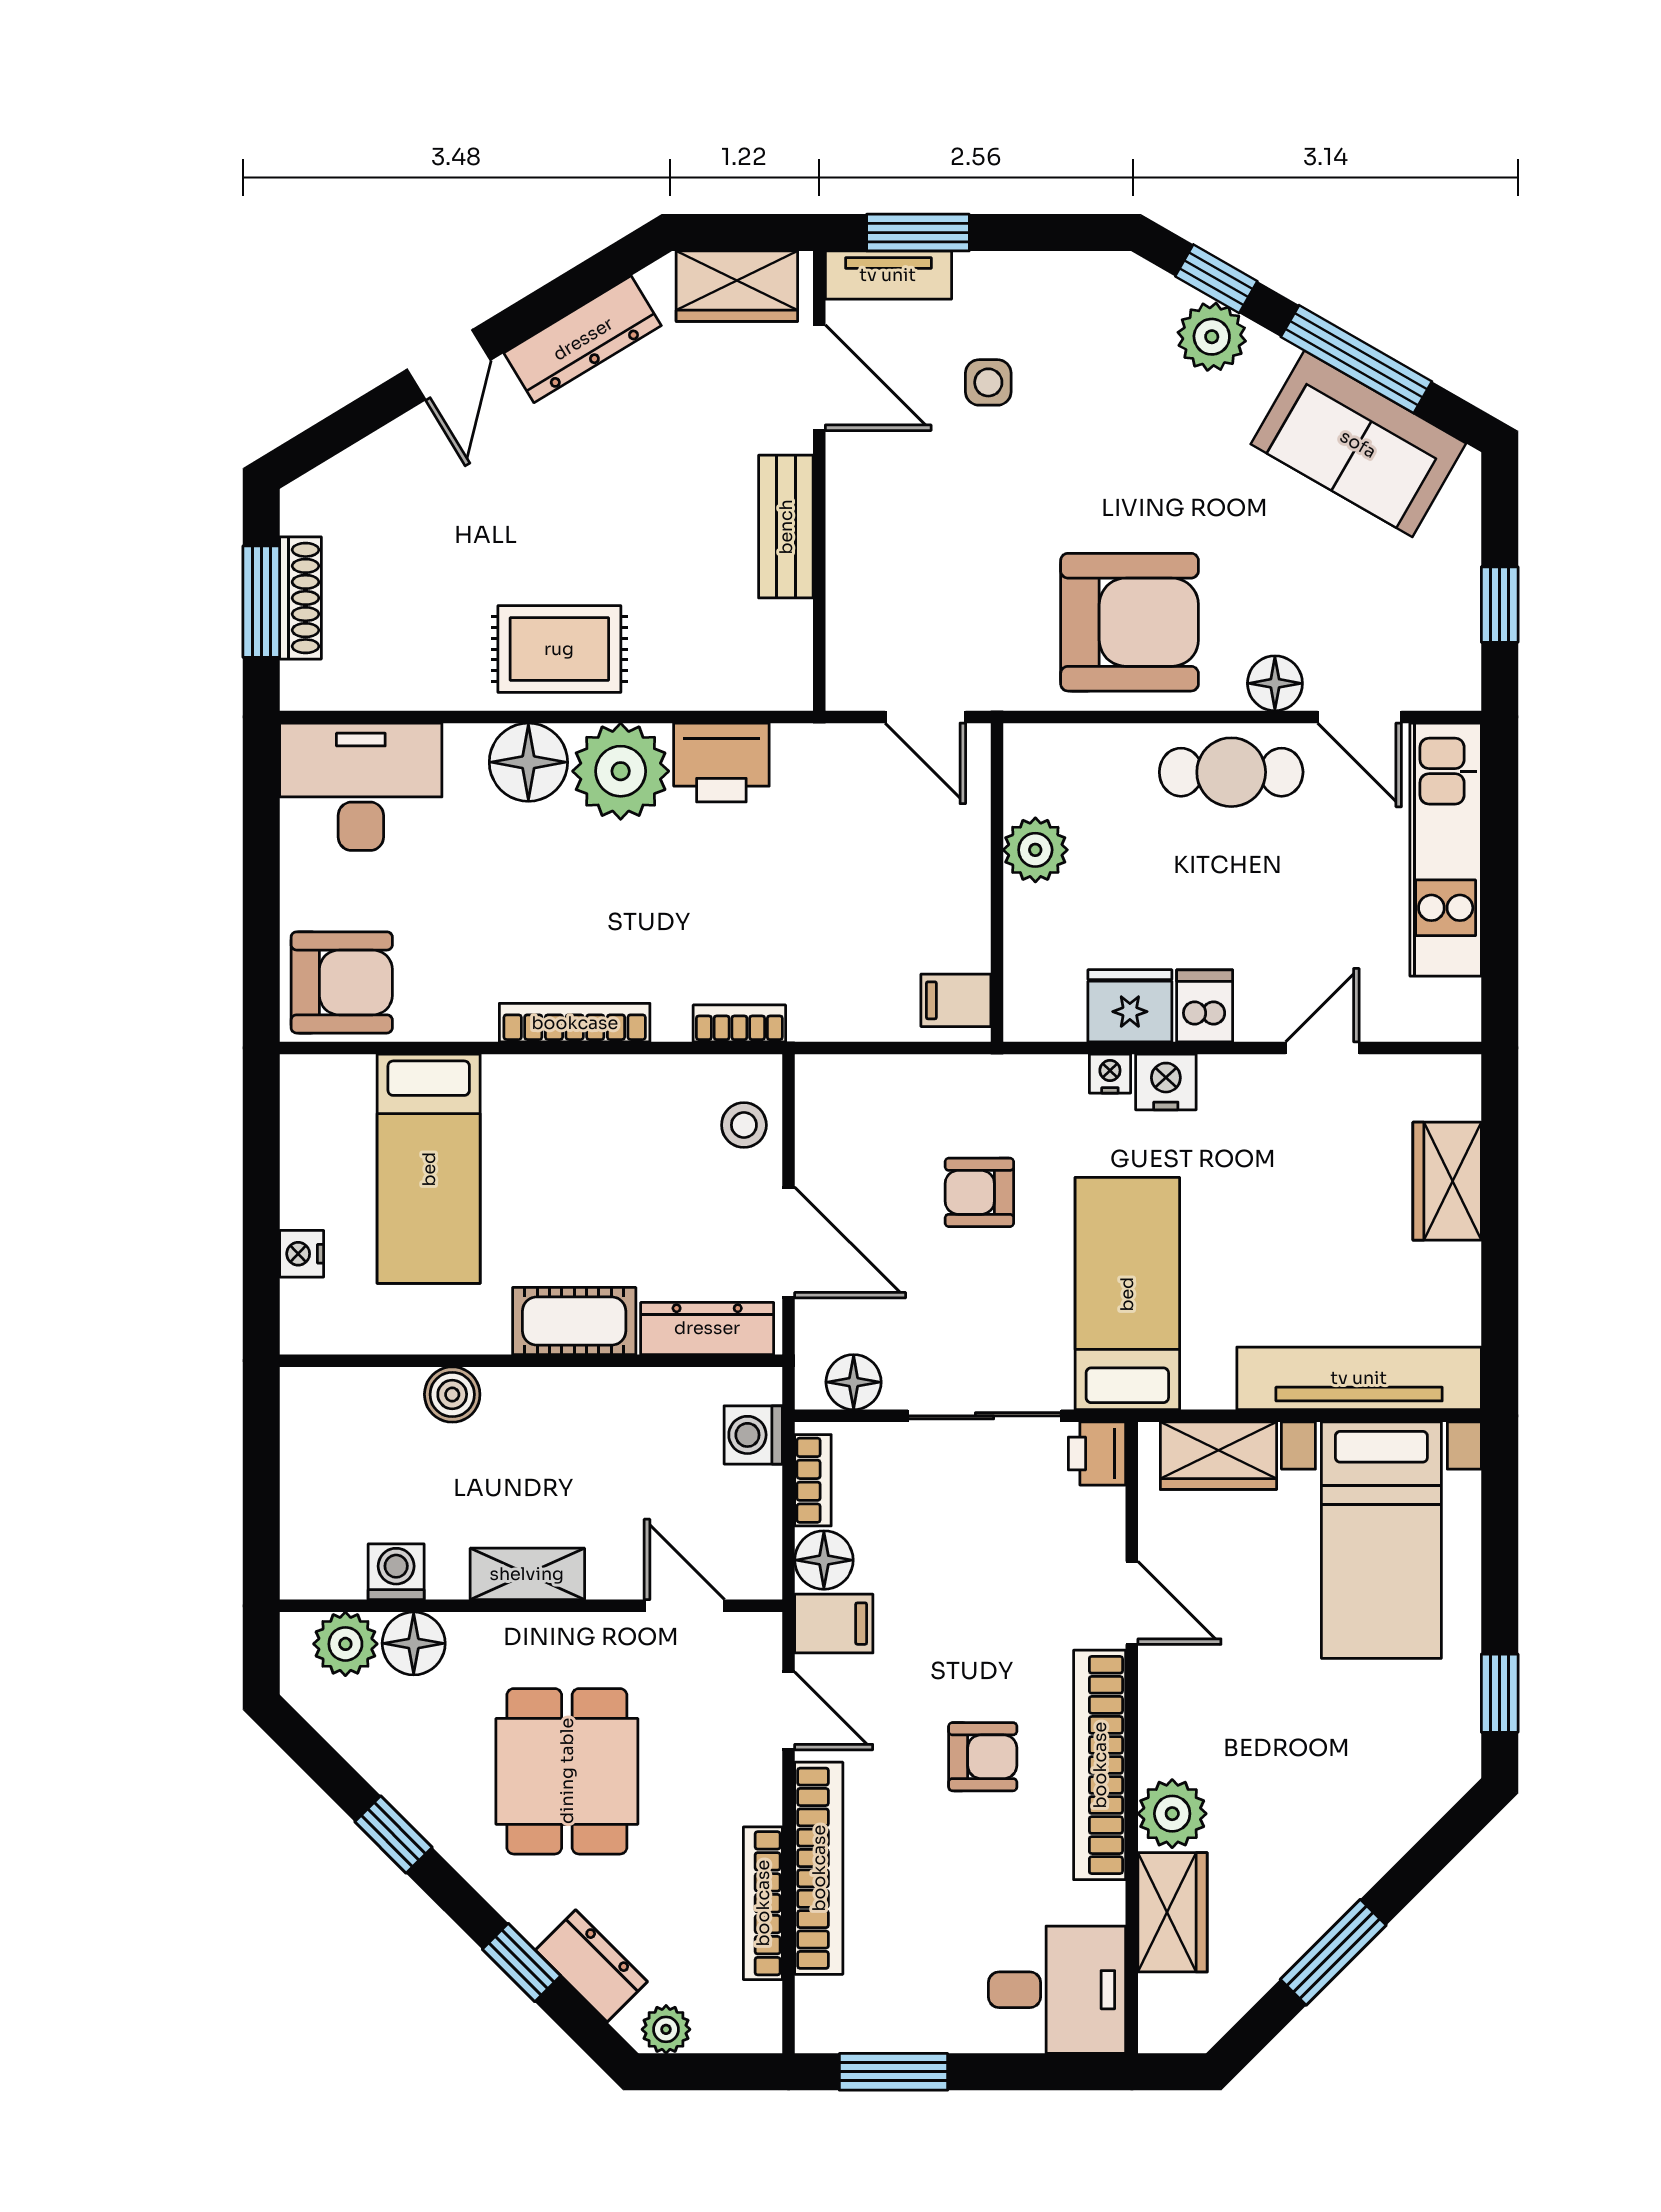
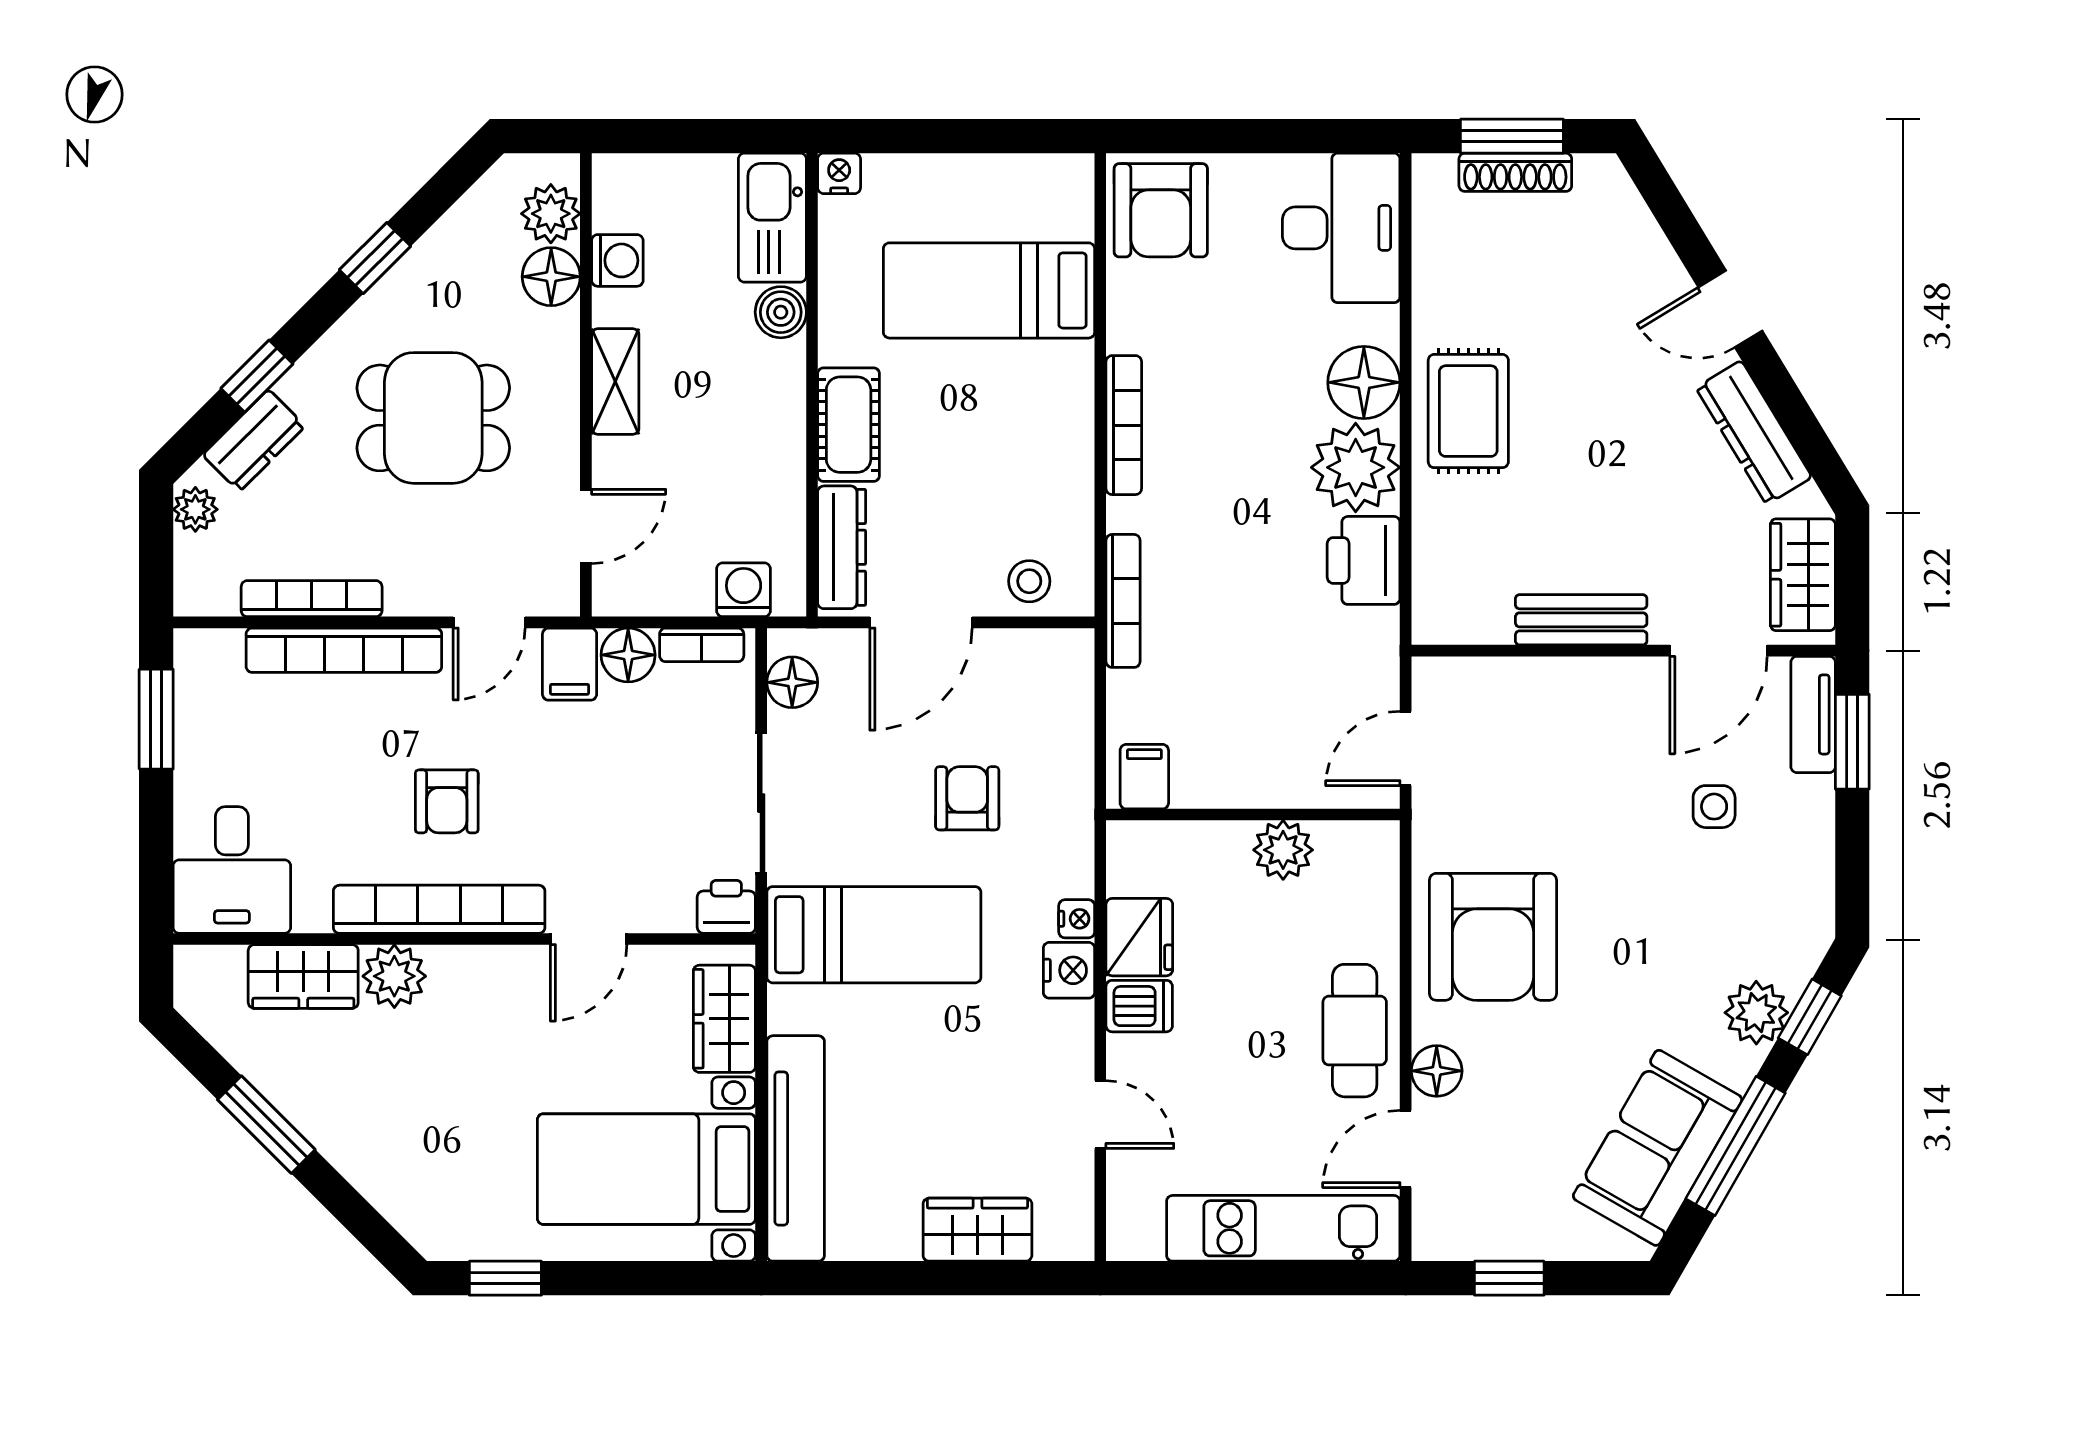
bookcase: (739, 1023) -> (1123, 601), width x1.56
nightstand: (302, 1254) -> (839, 173), moved
kitchen sink: (350, 1404) -> (772, 218), added

